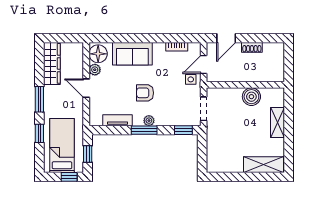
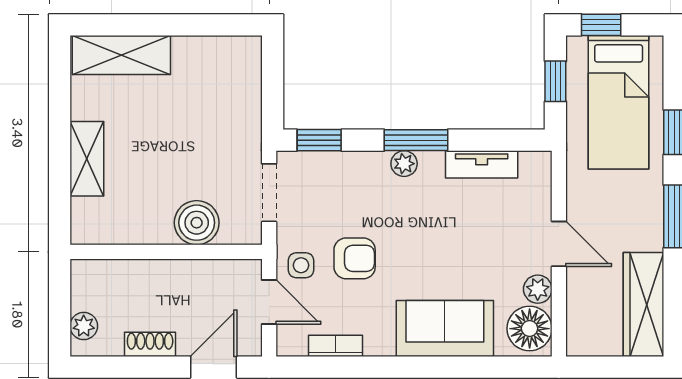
plant: (279, 55) -> (84, 326), added
door: (204, 64) -> (269, 302), hinge flipped
armchair: (145, 93) -> (355, 258), moved
boiler: (251, 97) -> (197, 223), moved

